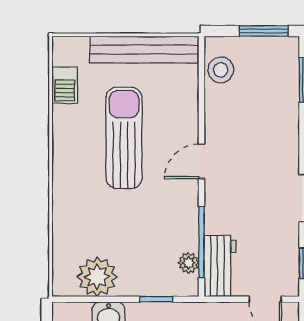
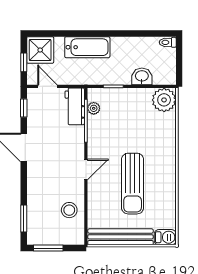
stool: (221, 70) -> (69, 210), moved
barbecue: (65, 85) -> (165, 237), moved, turned 90
plant: (97, 277) -> (164, 100), moved

